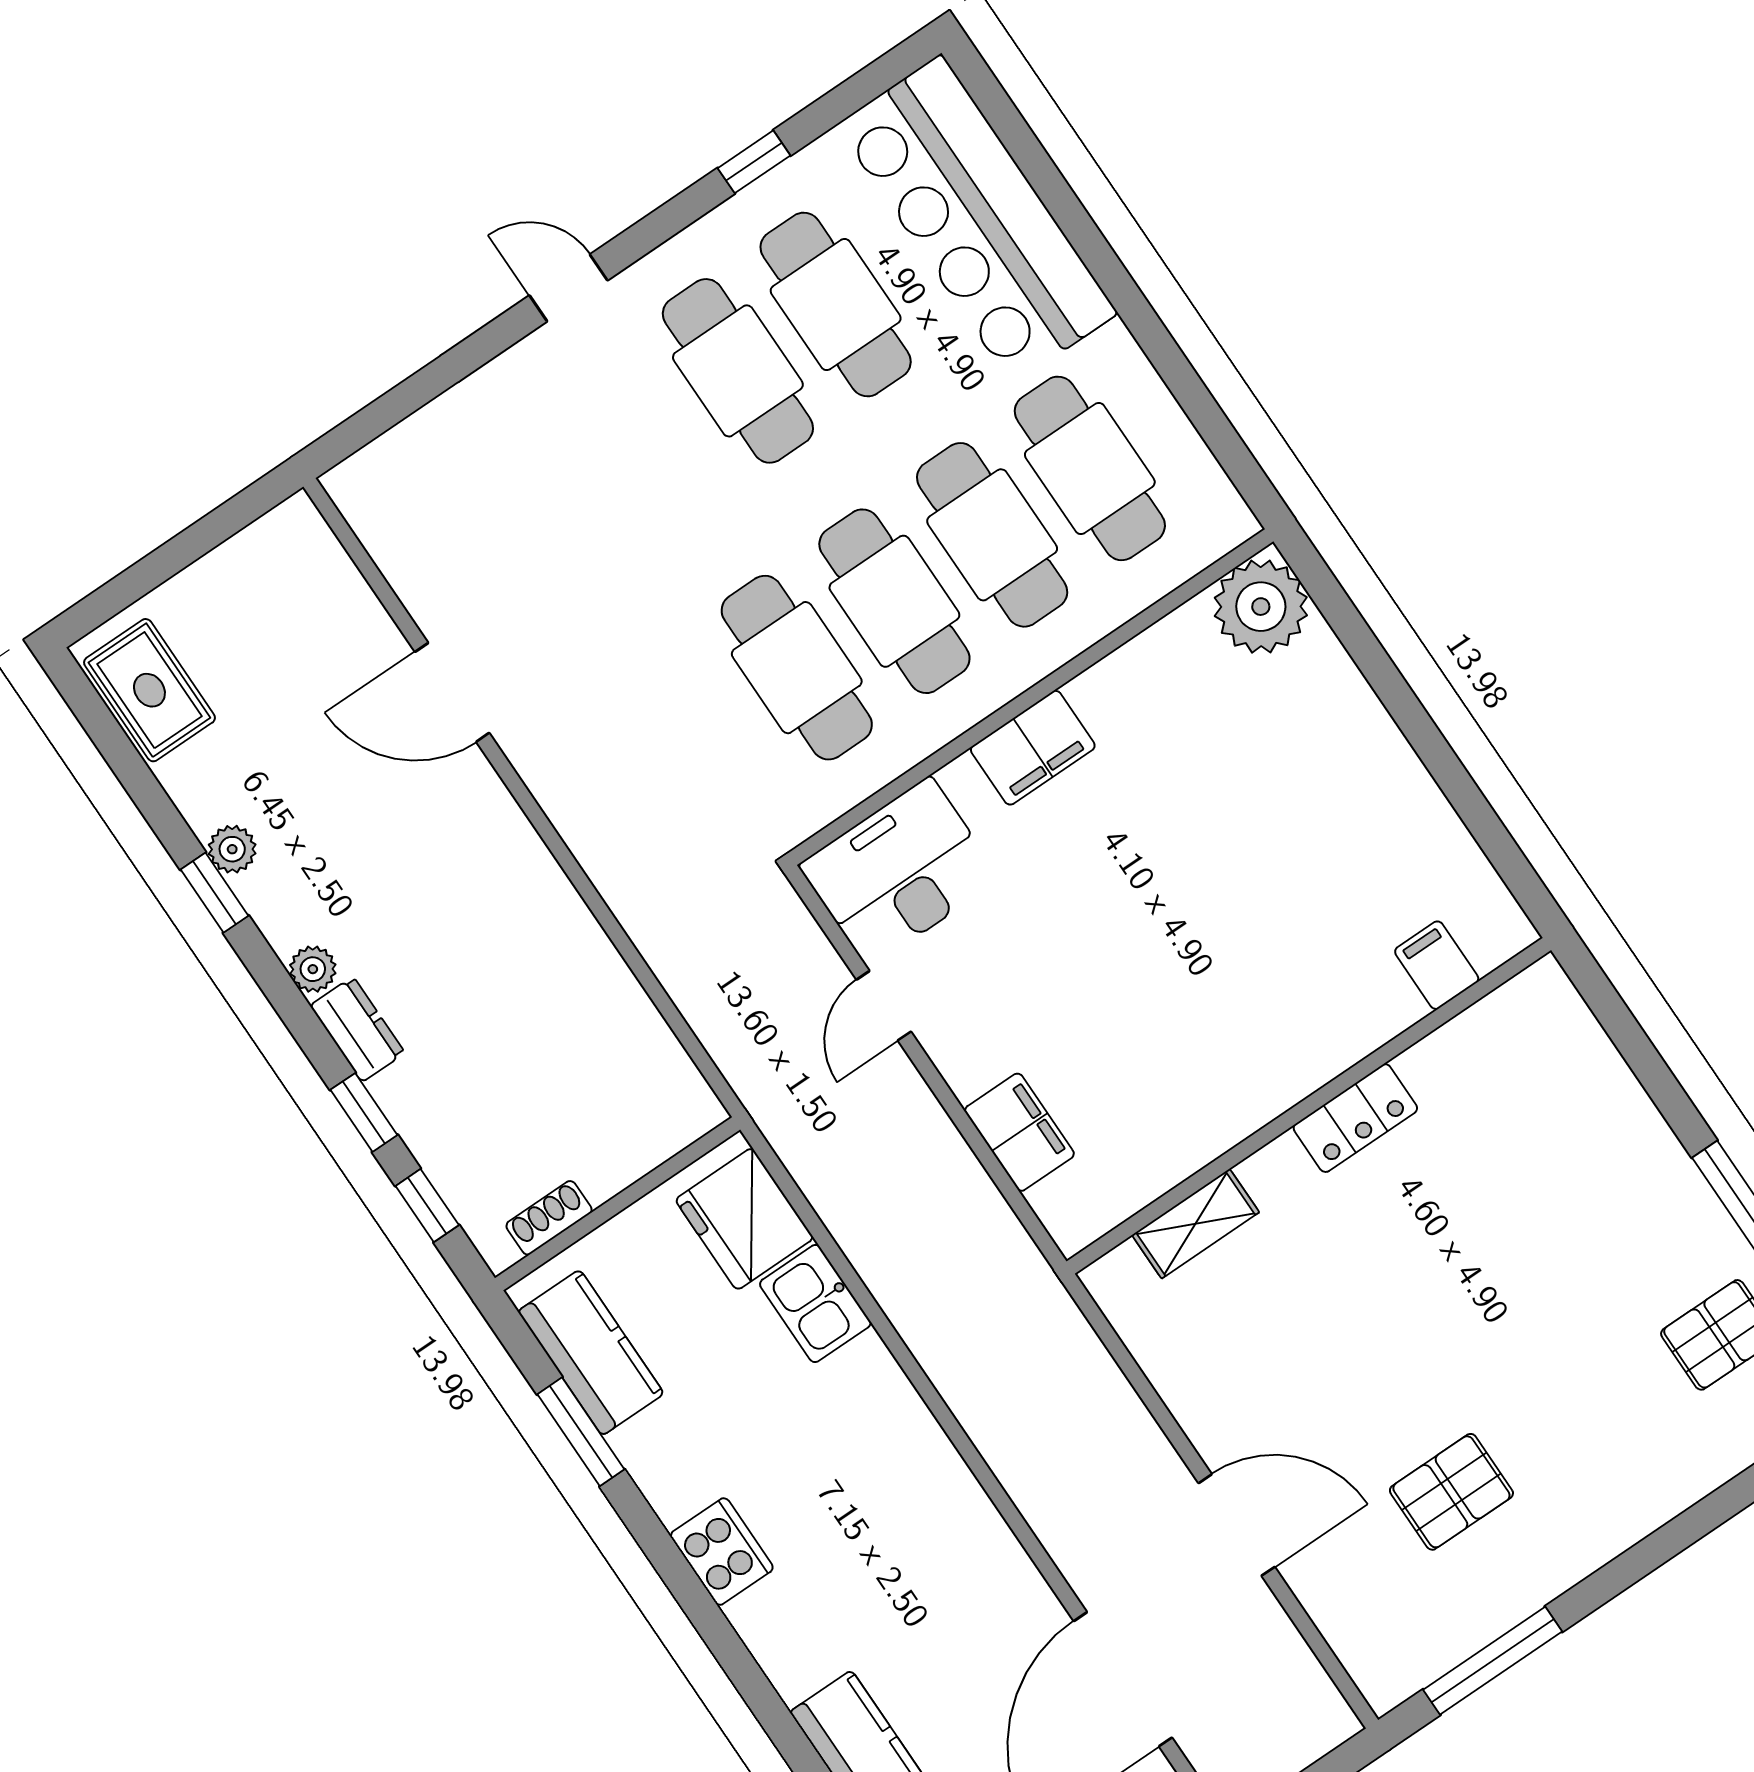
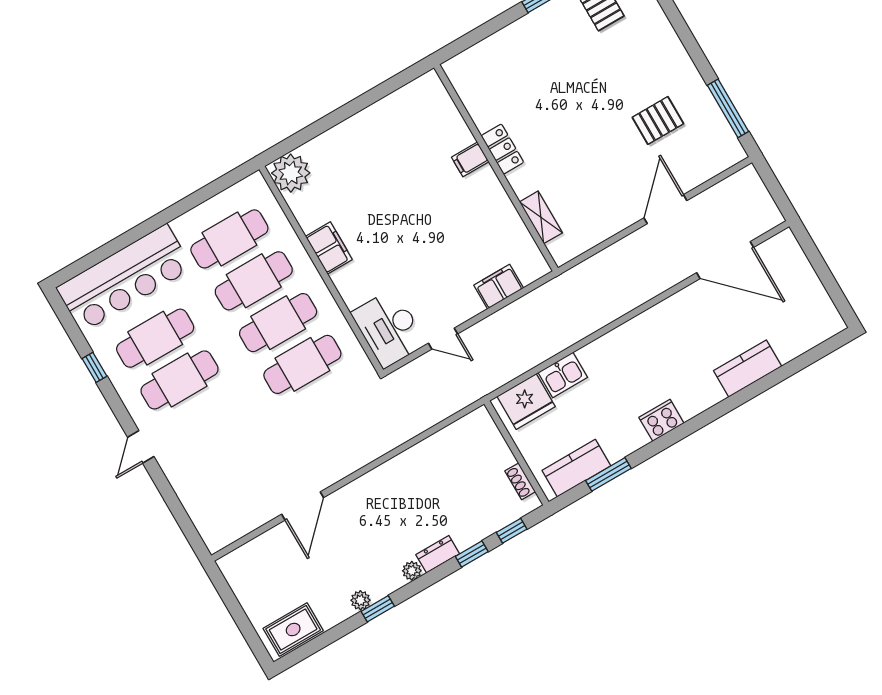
filing cabinet: (1033, 748) -> (329, 248), moved
filing cabinet: (1437, 965) -> (470, 159), moved
pallet: (1451, 1492) -> (658, 120), turned 90

